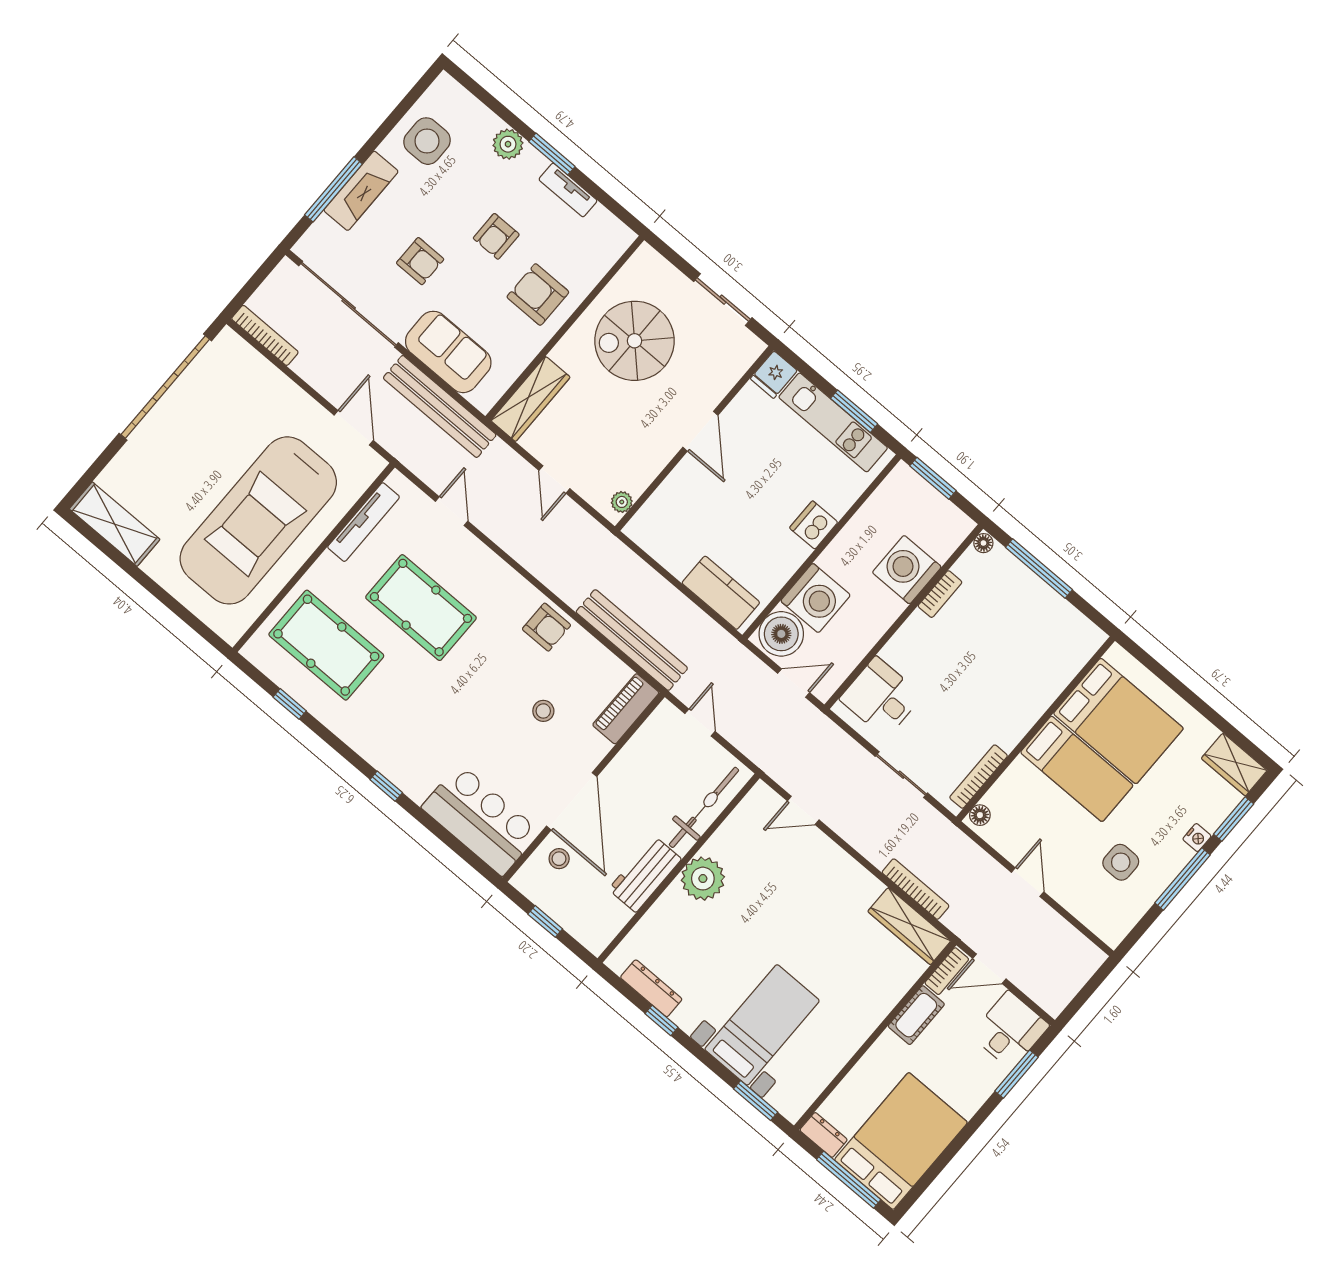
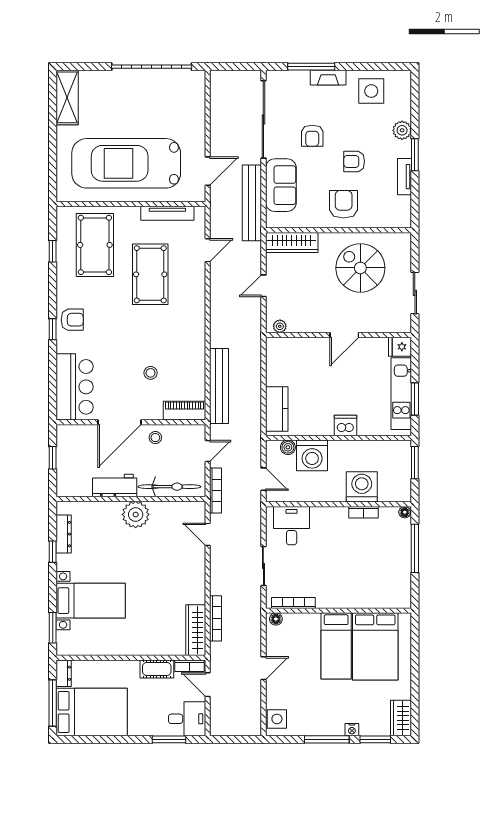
fireplace: (361, 191) -> (328, 78), width x0.73, depth x0.76
bookcase: (265, 335) -> (216, 491), moved
armchair: (547, 627) -> (72, 320), moved, turned -90
boiler: (781, 634) -> (288, 447), width x0.54, depth x0.54
stool: (559, 859) -> (155, 438), moved
side table: (1121, 862) -> (277, 719), moved

